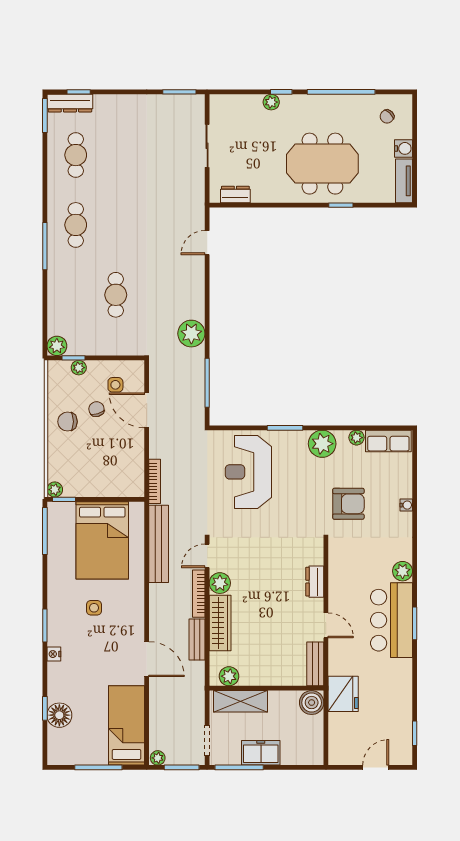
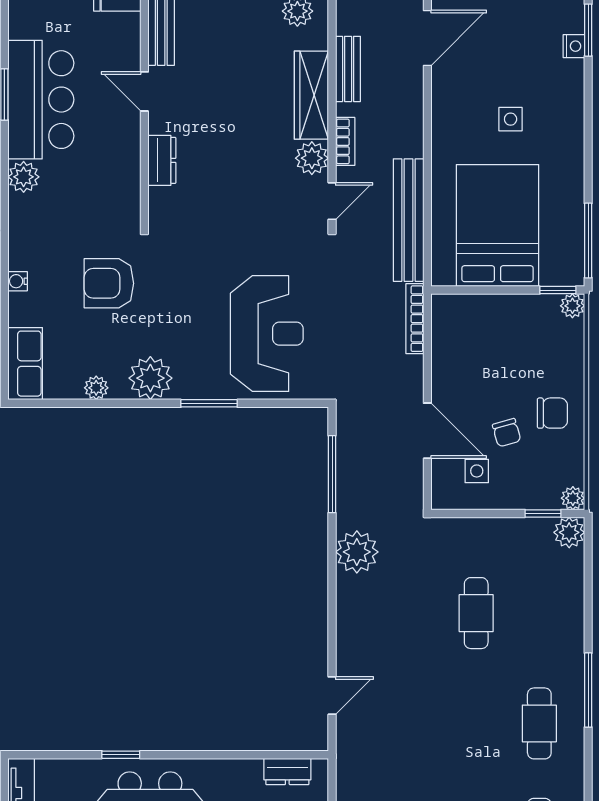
plant: (79, 368) -> (573, 498), moved
row of seats: (388, 441) -> (25, 364), moved, turned 90
bookcase: (199, 594) -> (345, 141), width x0.64
window: (45, 626) -> (588, 30), moved
door: (147, 659) -> (427, 38), swing flipped

